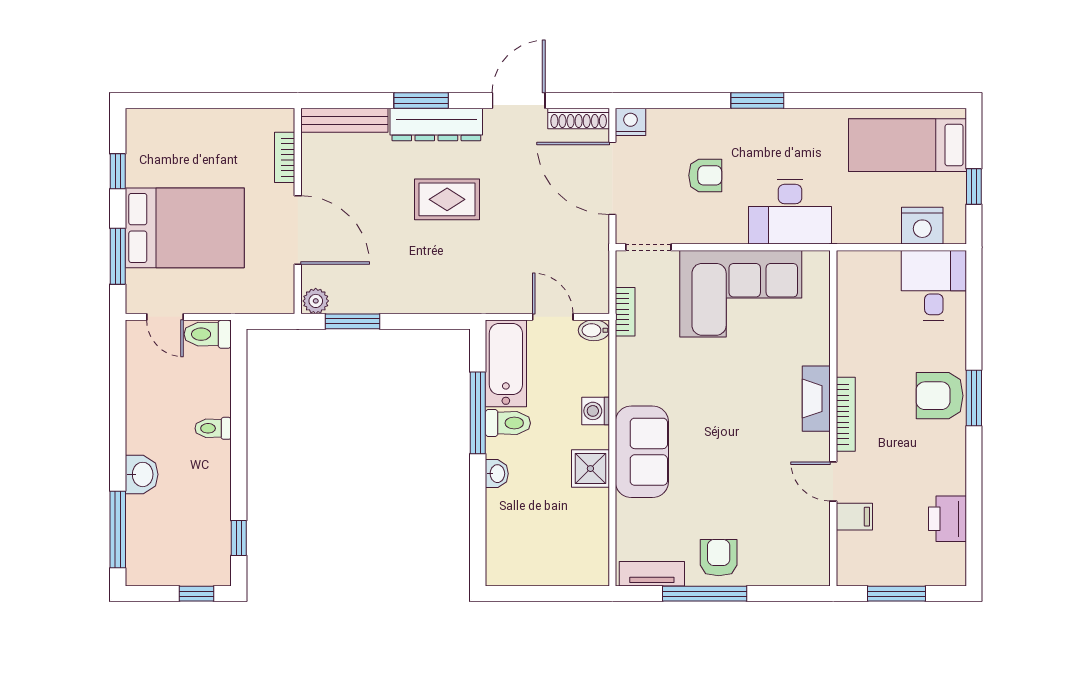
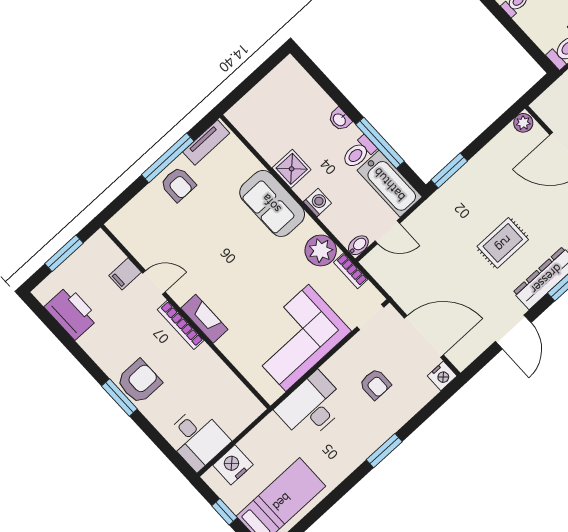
shoe rack: (579, 119) -> (472, 352), removed
armchair: (705, 175) -> (375, 384), turned -90
window: (352, 321) -> (449, 171), moved
plant: (637, 360) -> (321, 250), added
printer: (948, 519) -> (71, 313), width x1.37, depth x1.19

